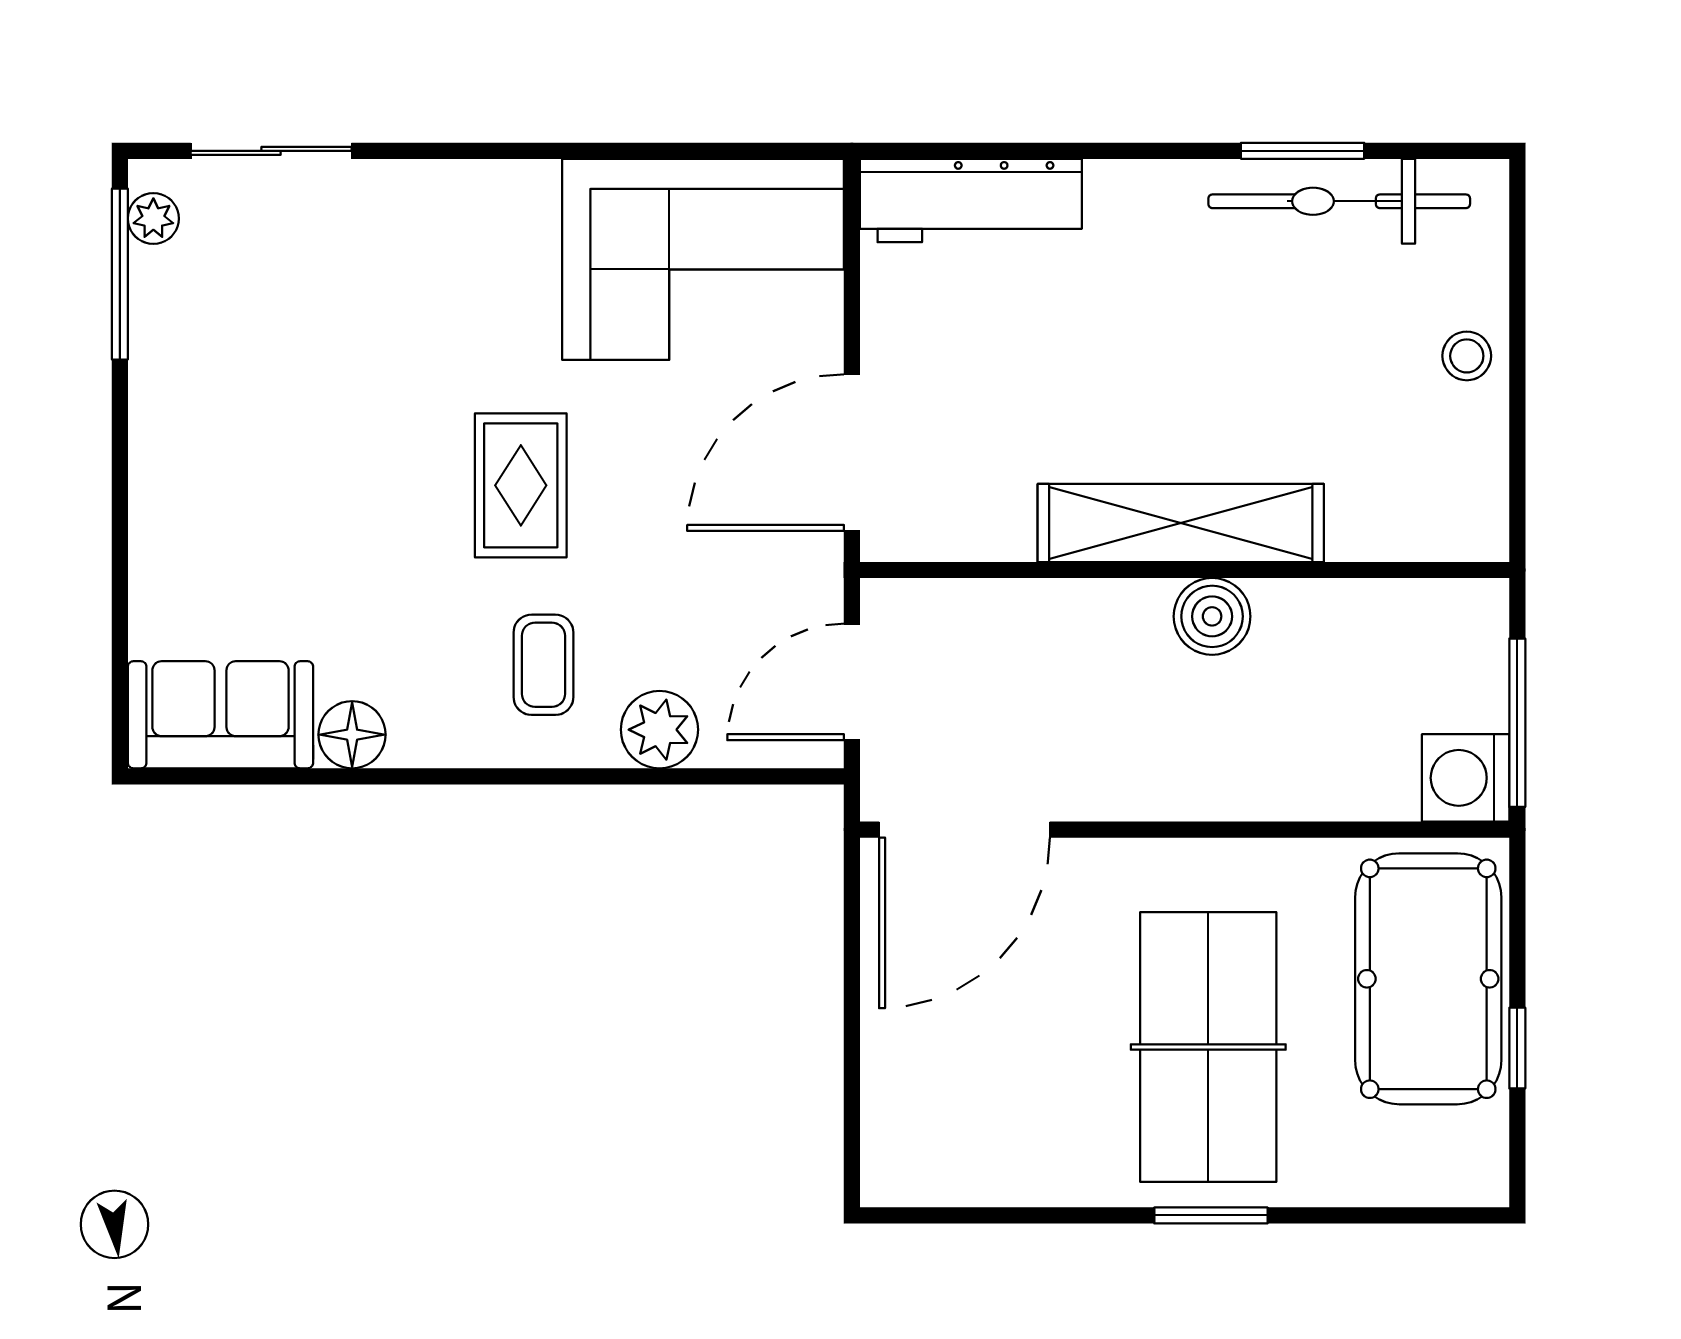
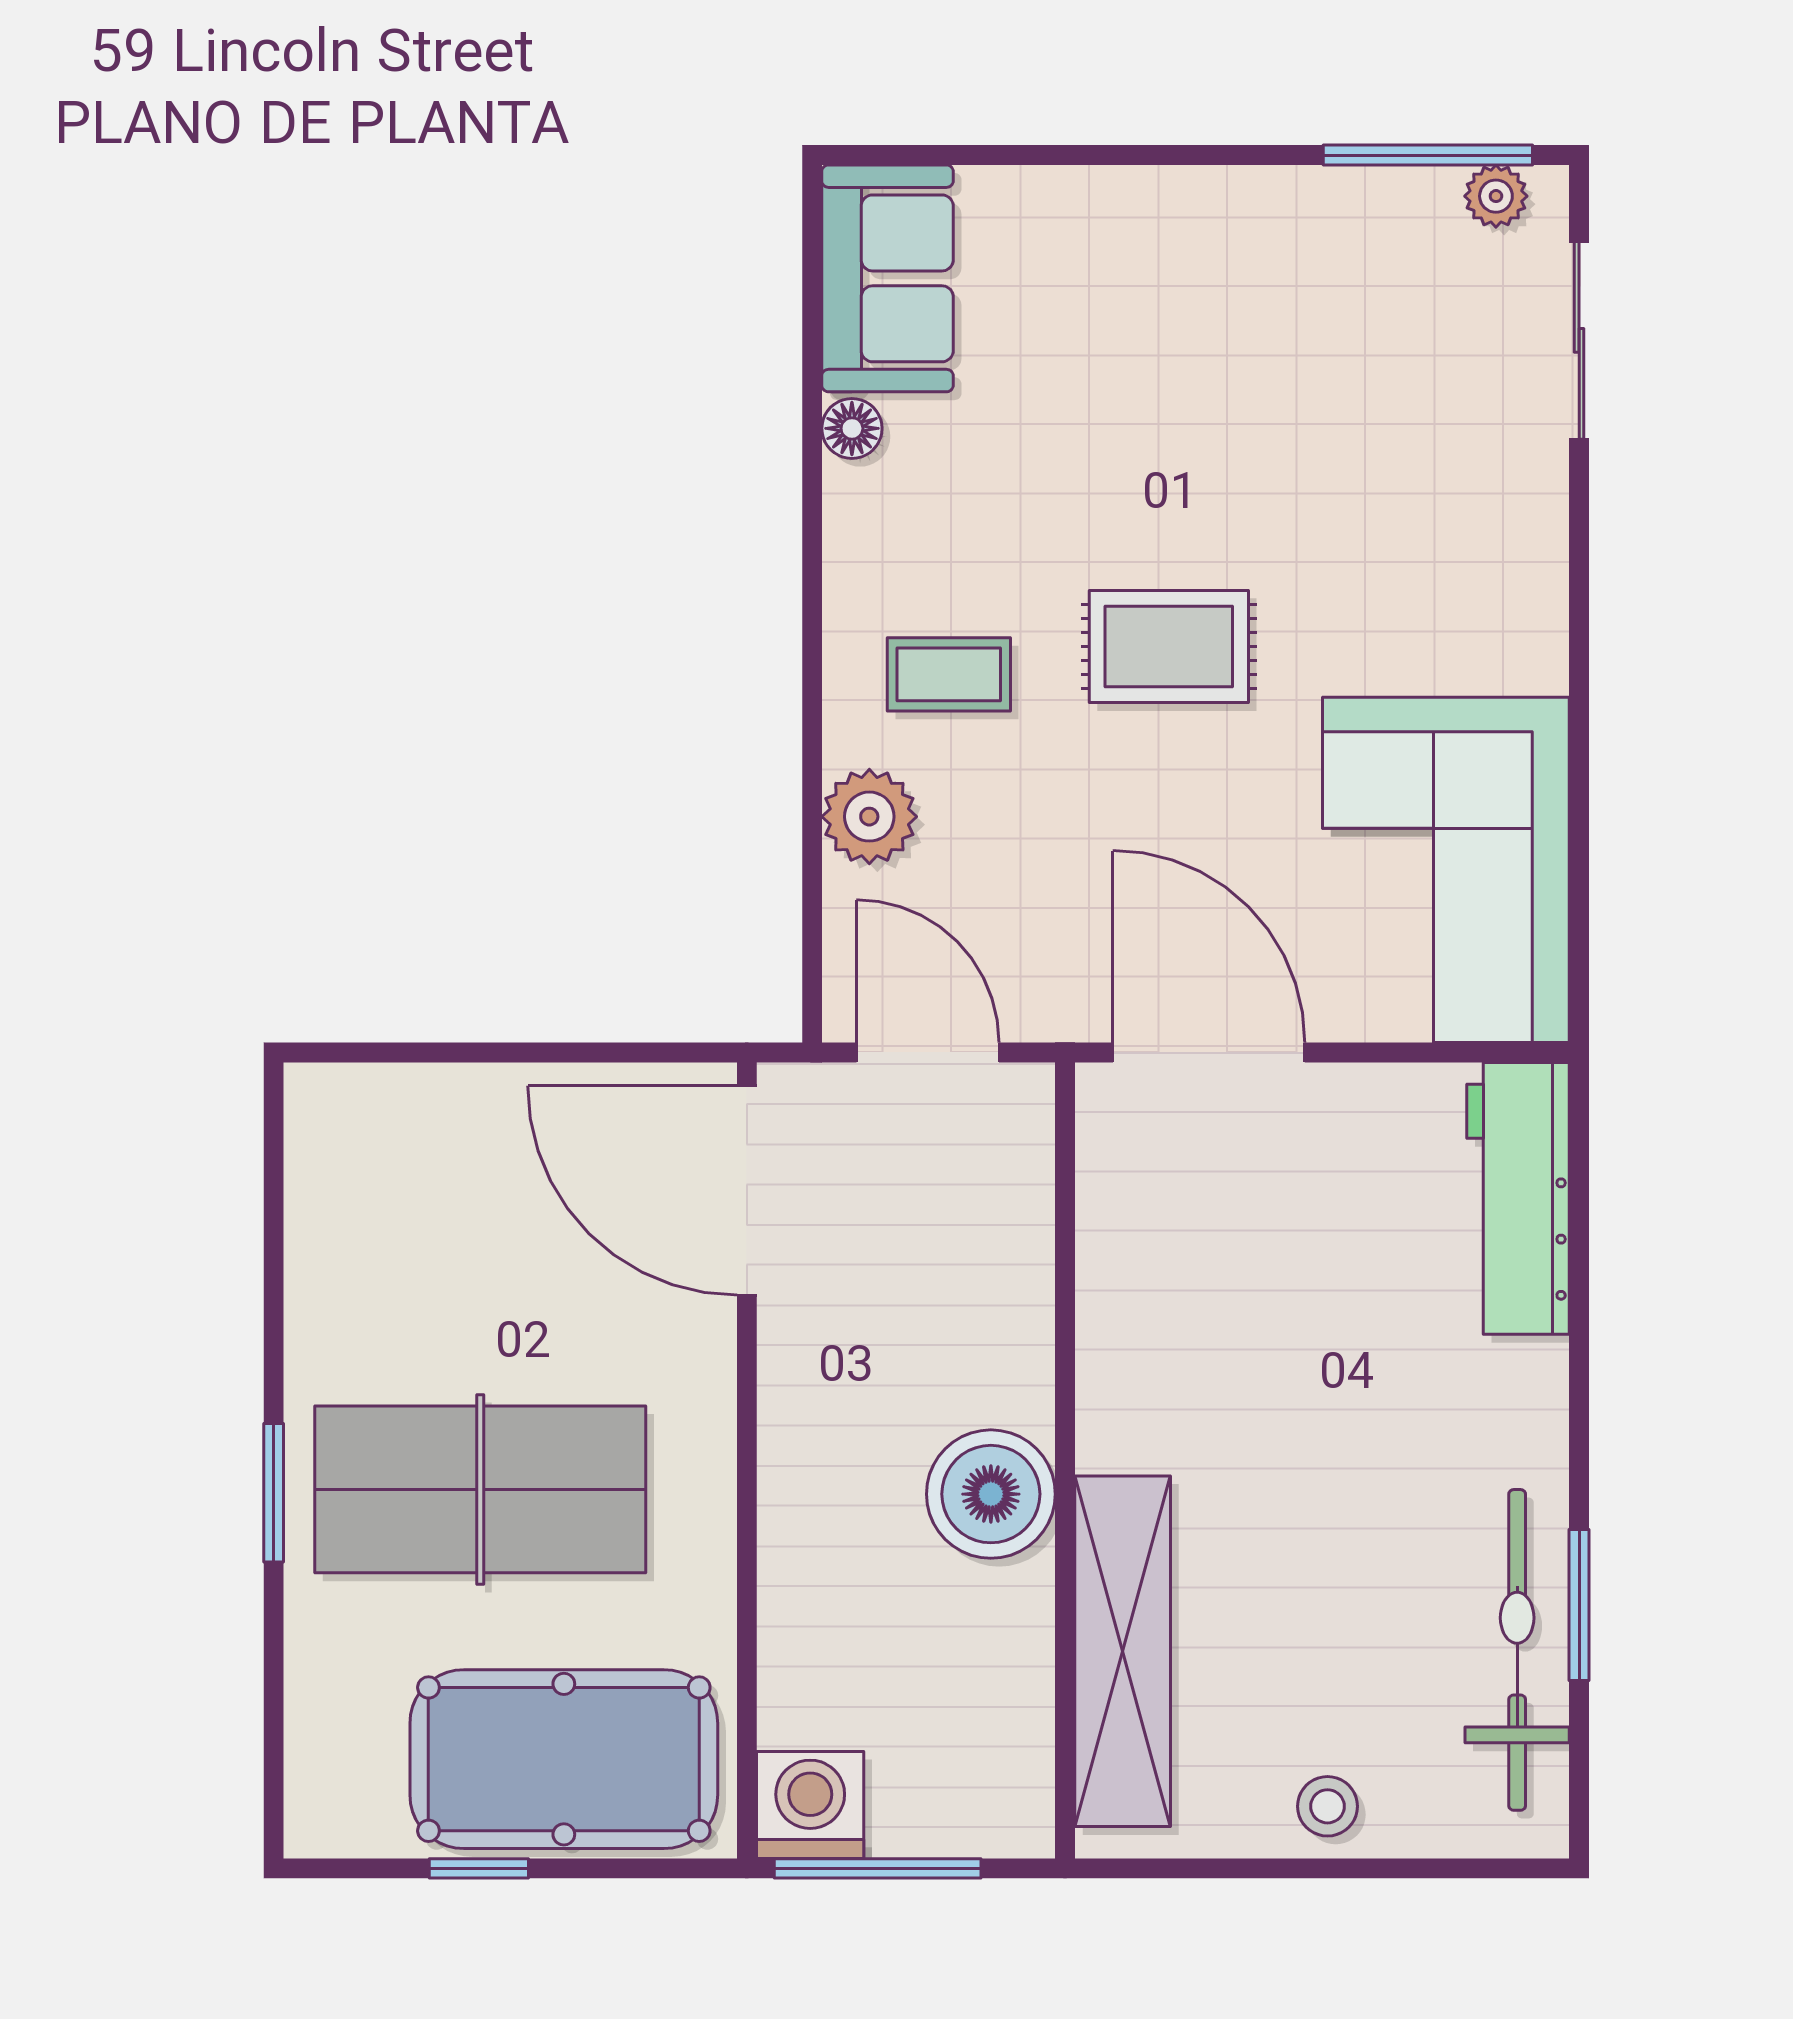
shelving: (1181, 523) -> (1123, 1651), moved
boiler: (1212, 616) -> (991, 1494), width x1.37, depth x1.37
floor lamp: (352, 735) -> (852, 428), width x0.73, depth x0.73

